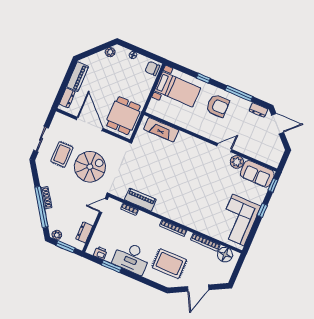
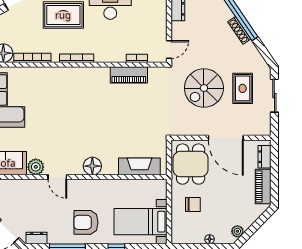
chair: (152, 68) -> (193, 205), moved
floor lamp: (195, 145) -> (92, 166), added
door: (224, 148) -> (57, 177), hinge flipped

